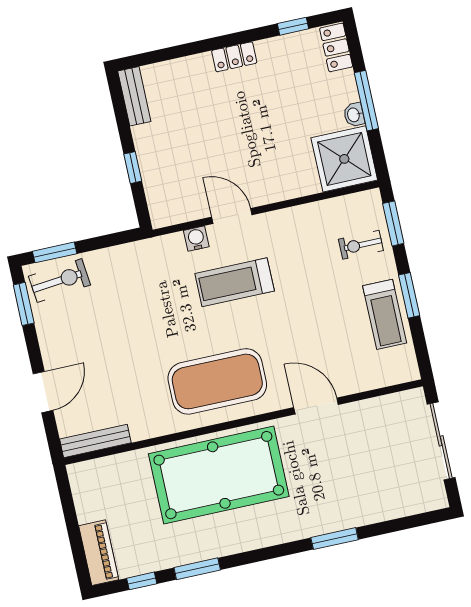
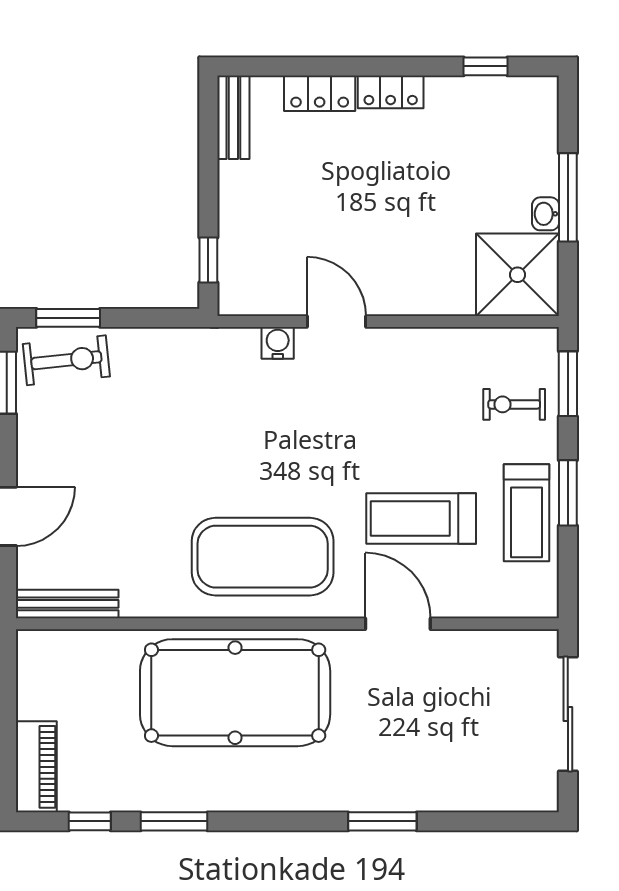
locker: (336, 47) -> (320, 93), moved, turned -90
window: (133, 168) -> (208, 260), moved
treadmill: (235, 282) -> (421, 519), moved

